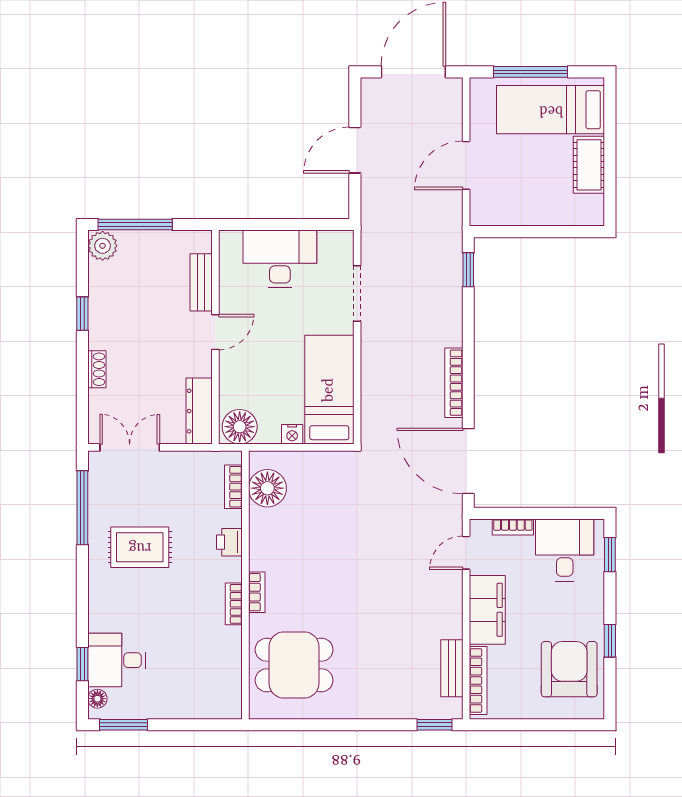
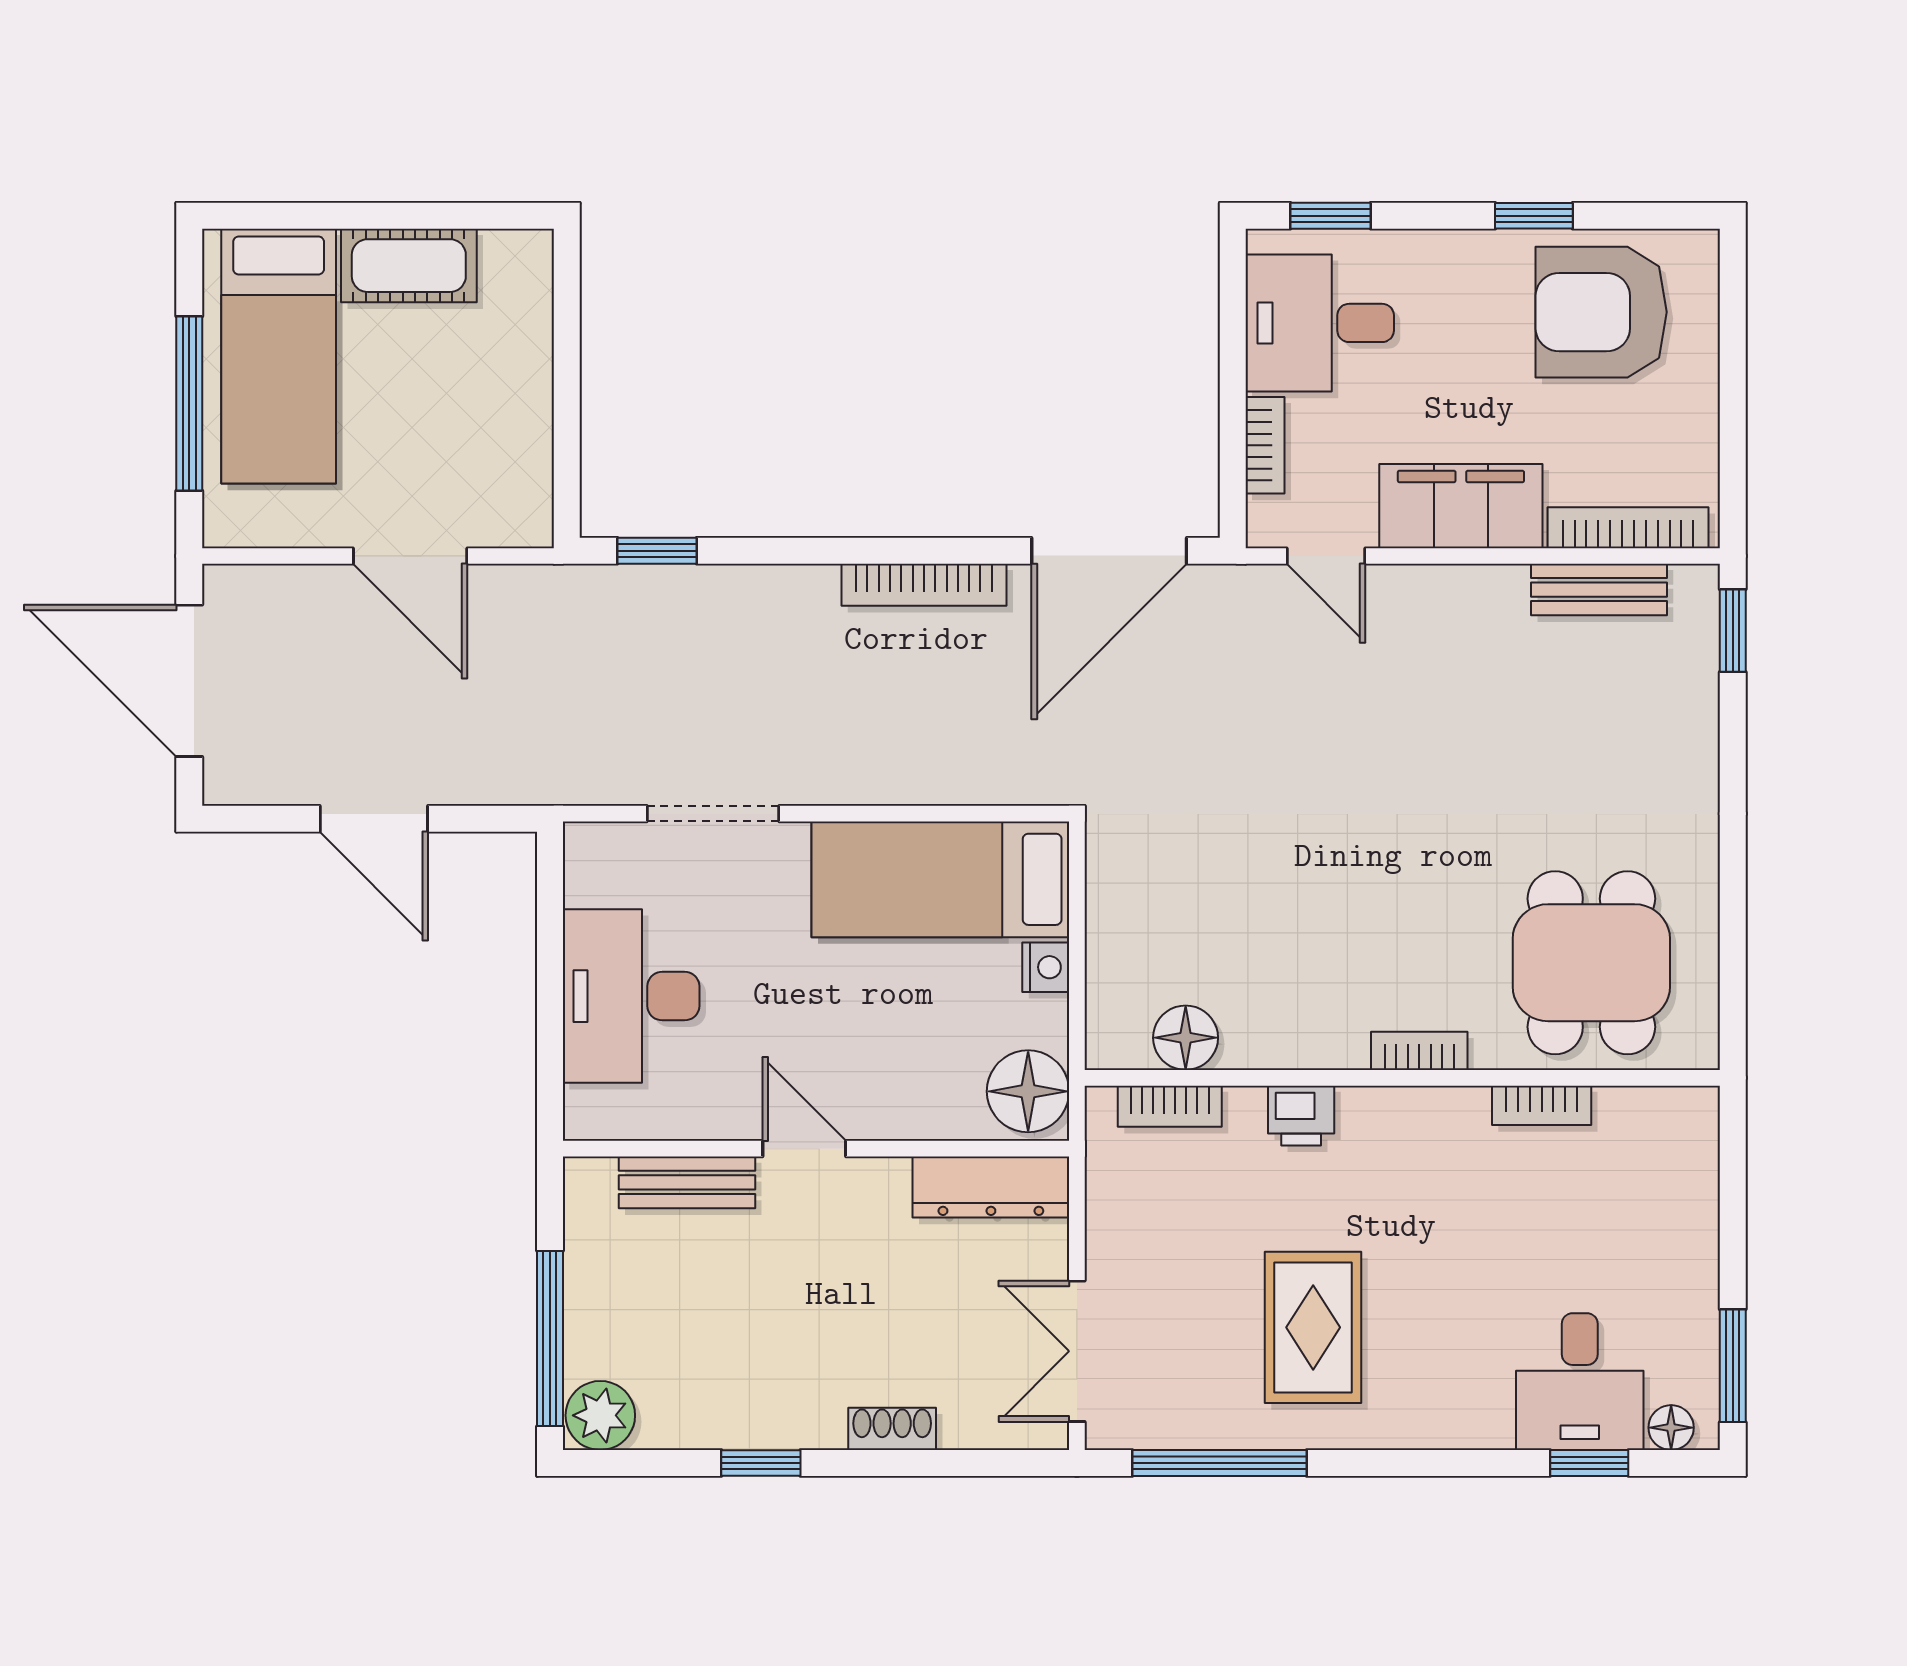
floor lamp: (267, 488) -> (1186, 1038), width x0.73, depth x0.73
bookcase: (234, 604) -> (1542, 1105), moved

